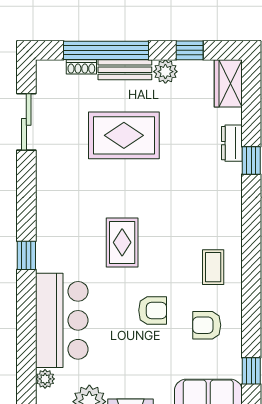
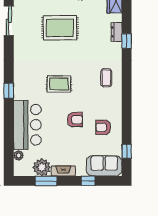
rug: (122, 242) -> (59, 84), turned 90
coffee table: (213, 267) -> (106, 78), moved

